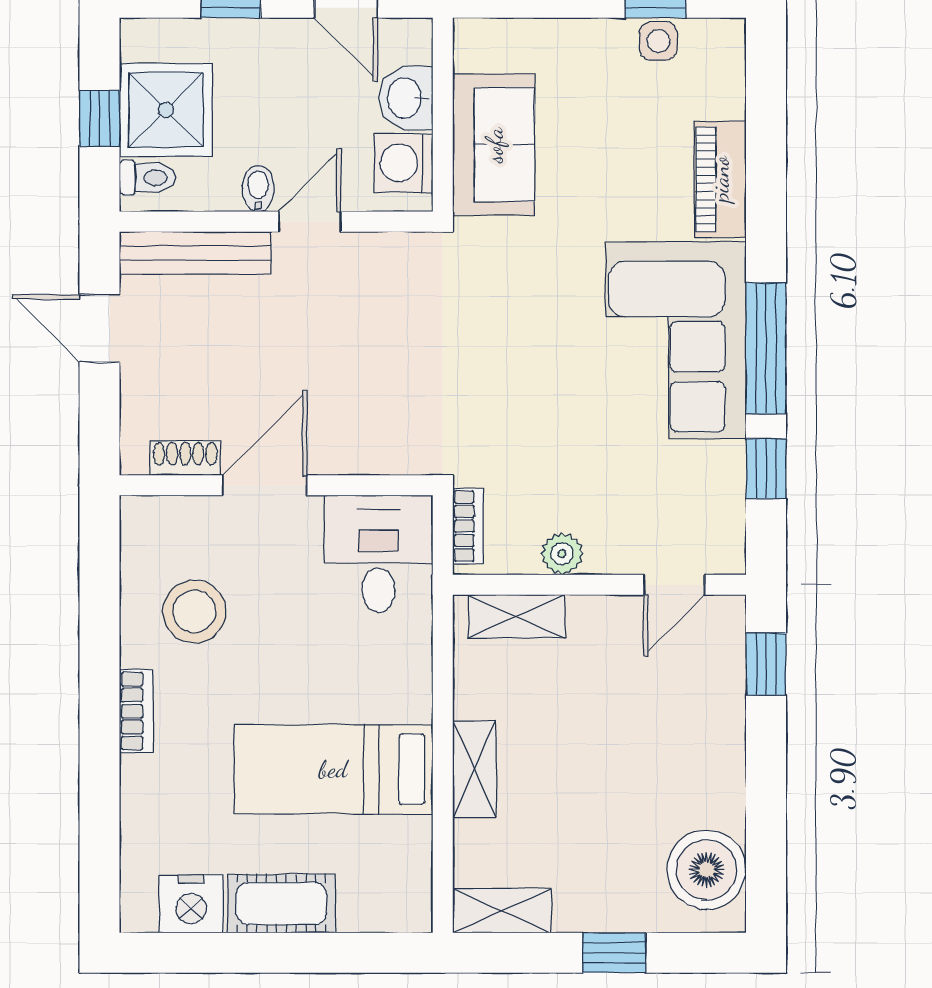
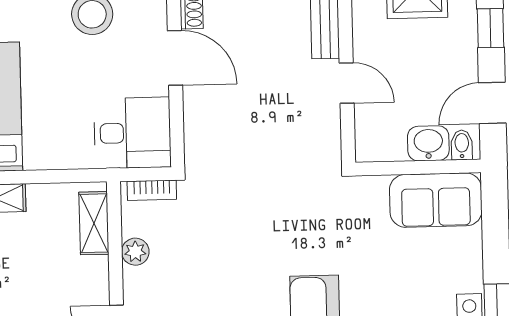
sofa: (494, 145) -> (436, 200), moved
washing machine: (404, 163) -> (386, 143), removed
bidet: (258, 188) -> (462, 145), moved, turned -90

